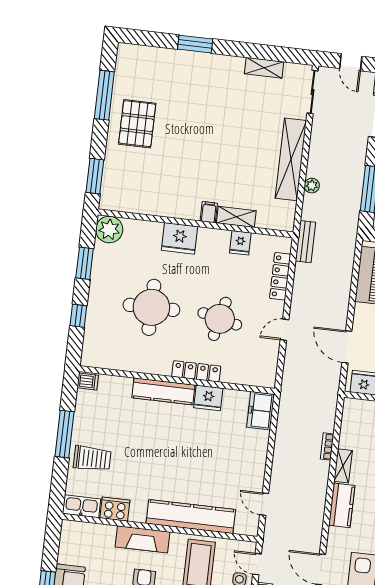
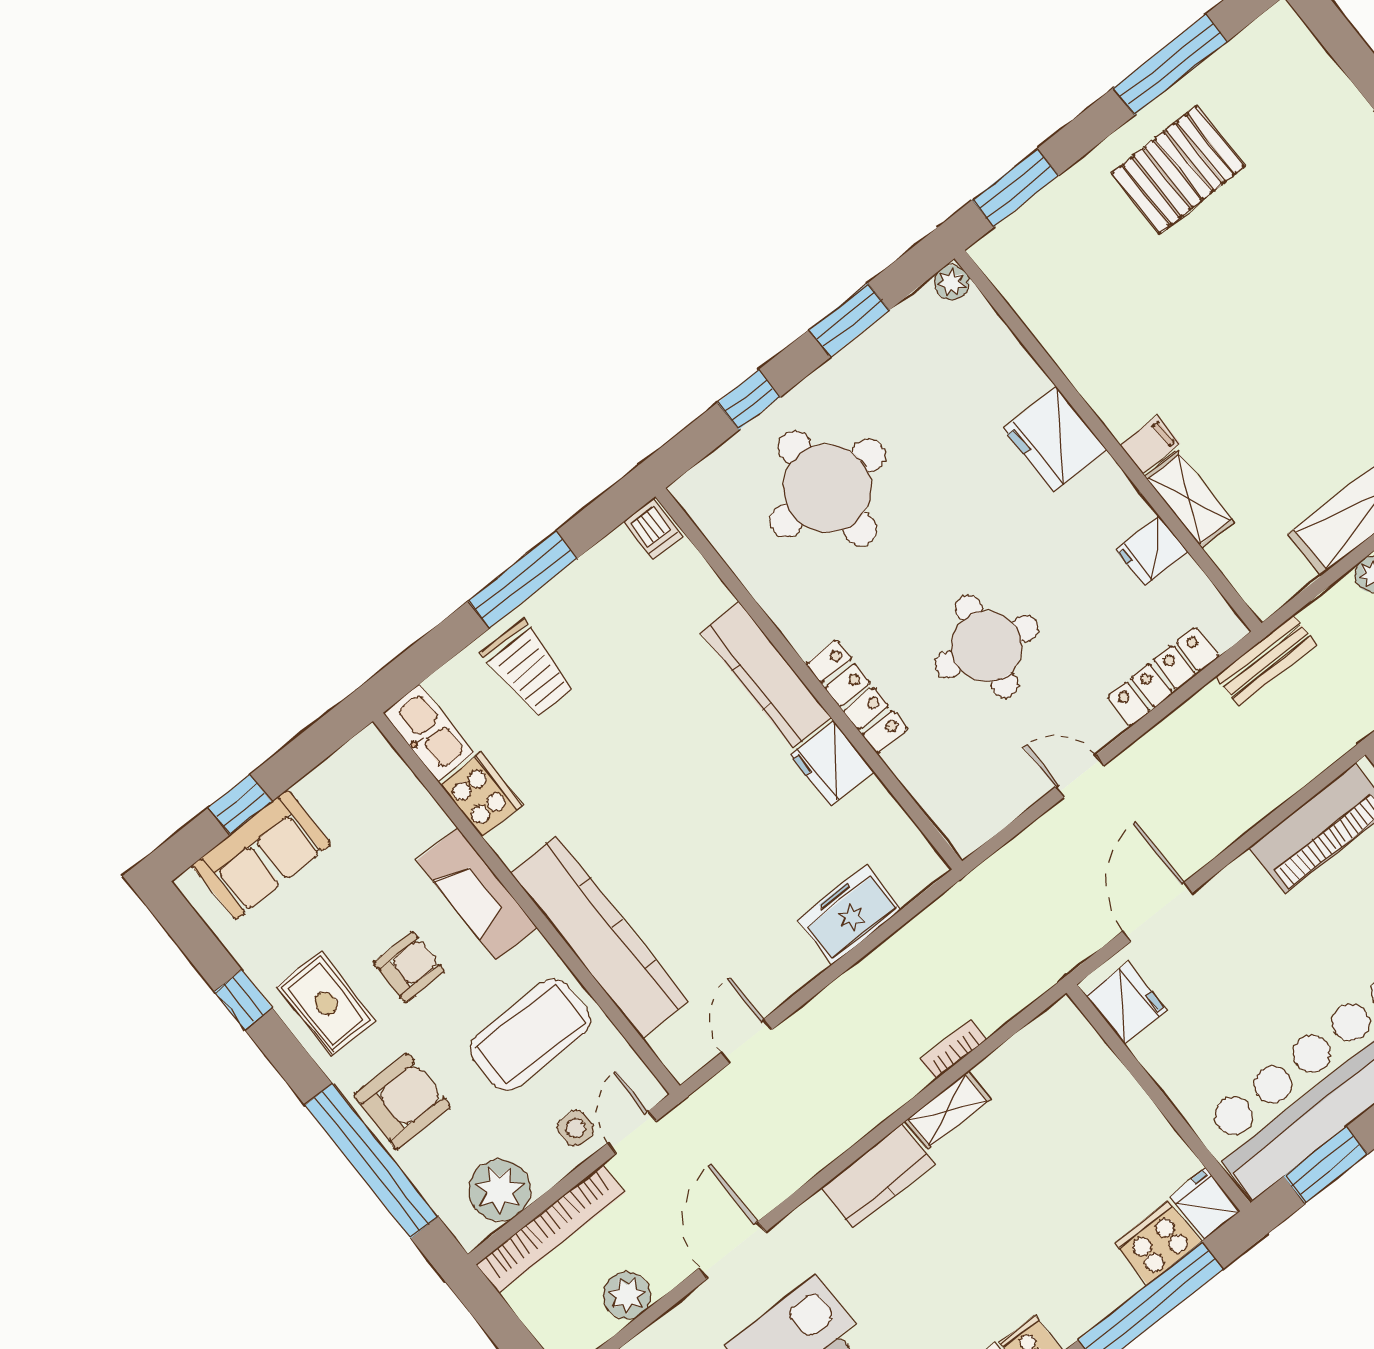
plant: (109, 229) -> (952, 283), width x0.53, depth x0.53
round table: (151, 307) -> (827, 488), moved
freezer: (261, 411) -> (849, 914), moved

